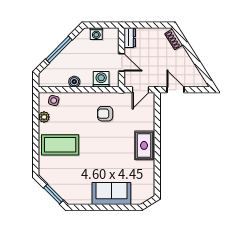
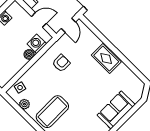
boiler: (74, 82) -> (29, 54), moved
armchair: (105, 114) -> (61, 63), turned 180

